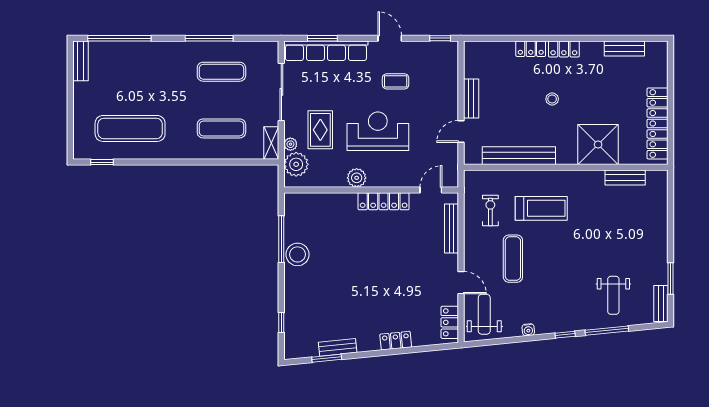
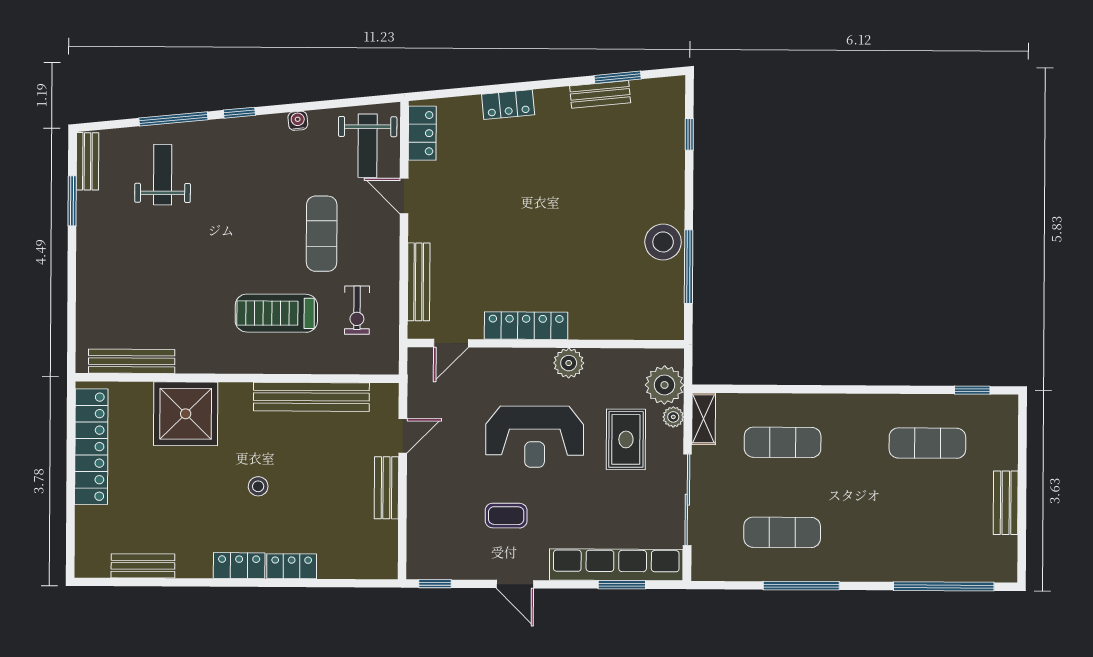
bench: (80, 61) -> (1006, 503), moved
exercise mat: (130, 128) -> (927, 443), width x0.73, depth x0.69
bench: (625, 177) -> (132, 361), width x1.36

